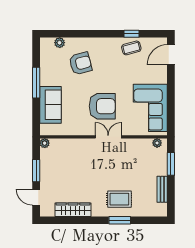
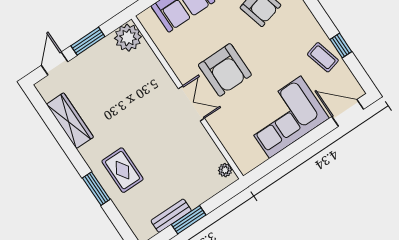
corner sofa: (150, 108) -> (285, 117), moved
plant: (45, 143) -> (128, 38), width x1.88, depth x1.88
window: (171, 164) -> (189, 220), moved

